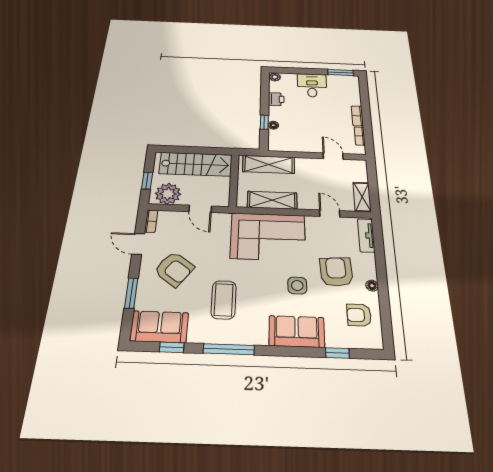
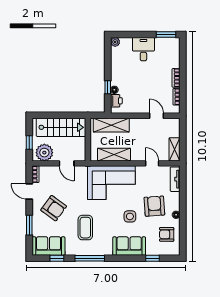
printer: (276, 99) -> (116, 101), moved

